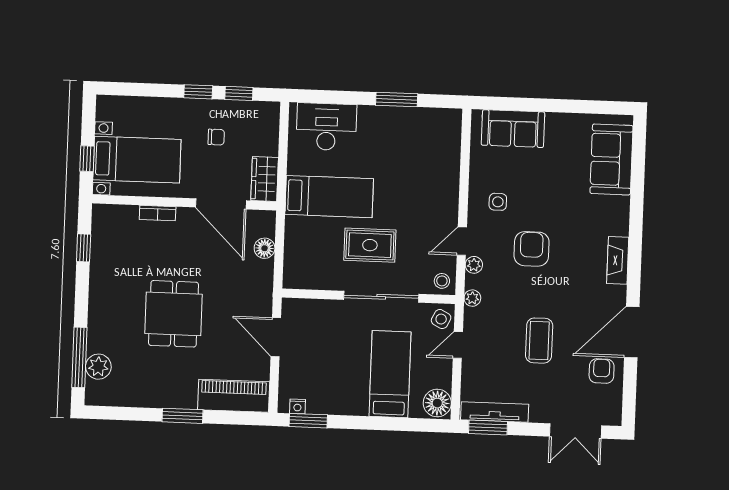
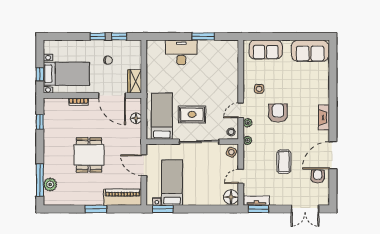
desk: (326, 127) -> (181, 52), moved
sofa: (611, 159) -> (310, 51), moved, turned -90
bed: (329, 197) -> (162, 116), moved, turned -90
door: (458, 345) -> (241, 176), moved
bed: (390, 374) -> (172, 183), moved
tv unit: (495, 412) -> (257, 201), width x0.71

